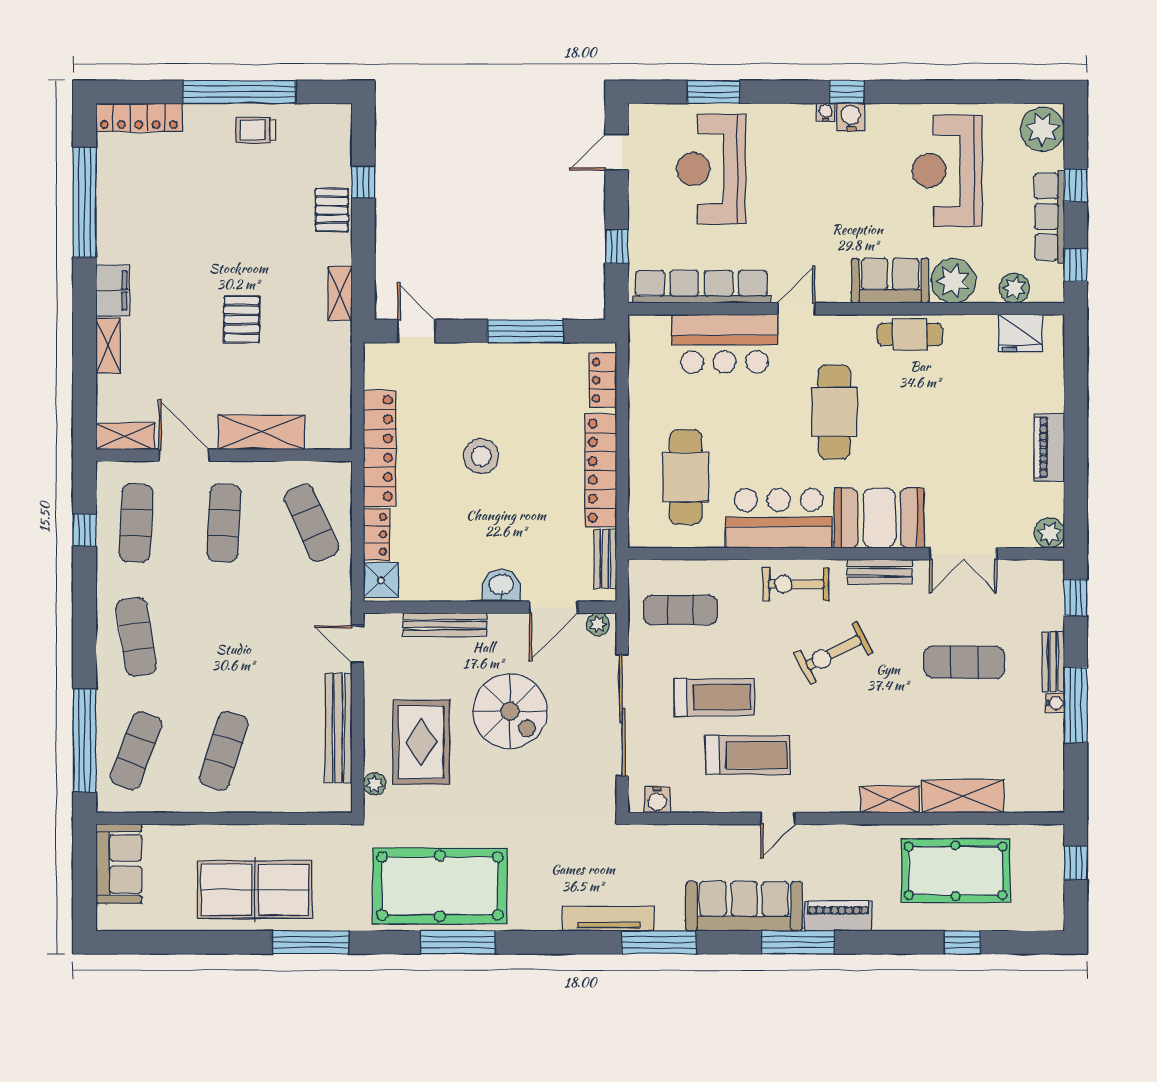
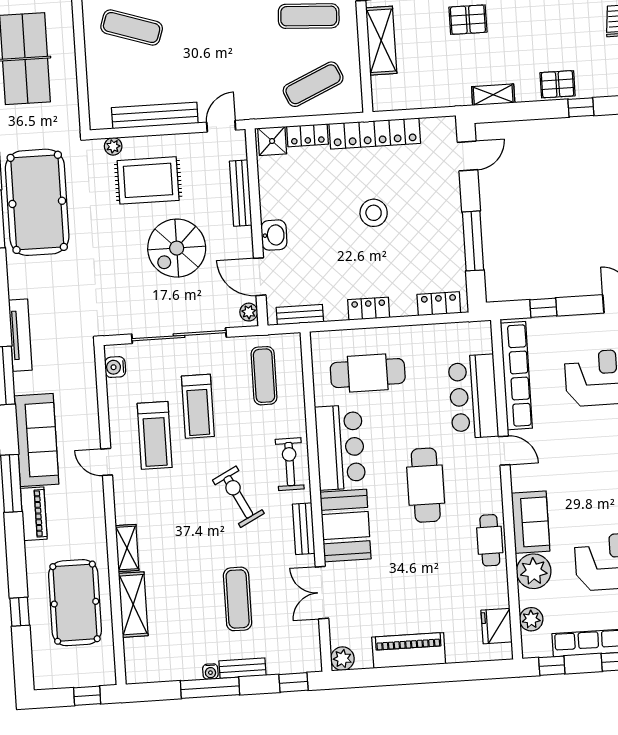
cafe table: (834, 412) -> (426, 485), turned 90
piano: (1049, 447) -> (409, 650), width x1.37, depth x1.33
locker: (601, 470) -> (369, 309), width x0.46, depth x0.83

